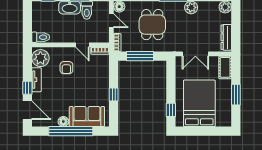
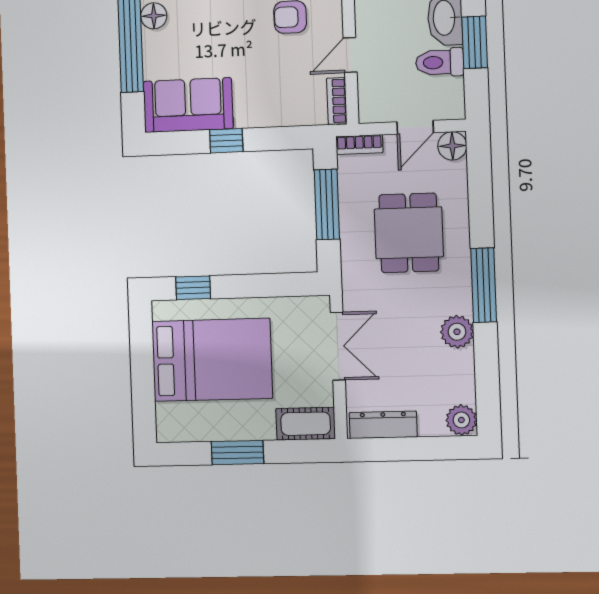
dining table: (152, 25) -> (409, 233), turned 90
double door: (195, 54) -> (338, 346), swing flipped
sofa: (87, 117) -> (188, 105), moved, turned -90

